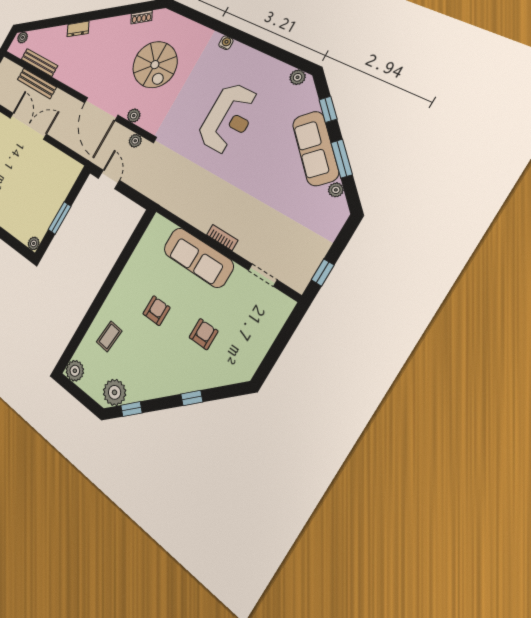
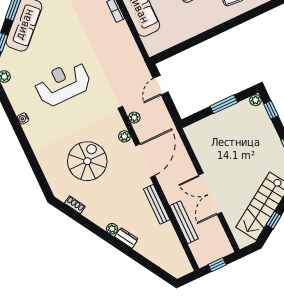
plant: (23, 37) -> (112, 229), moved
water cooler: (226, 43) -> (23, 118), moved
bench: (39, 62) -> (157, 204), moved
door: (109, 179) -> (161, 85), moved
window: (16, 244) -> (271, 110), added

